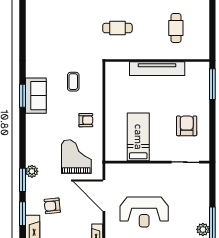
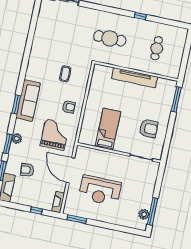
cafe table: (117, 28) -> (110, 38), width x1.37, depth x1.35
window: (23, 96) -> (16, 104), moved
sofa: (36, 96) -> (28, 100), moved, width x1.36
armchair: (187, 126) -> (149, 129), turned 90

